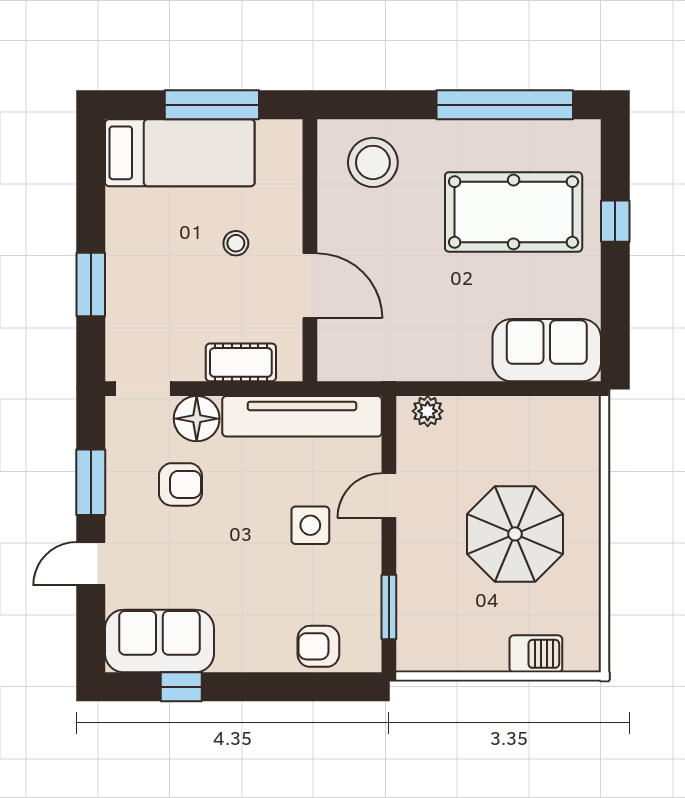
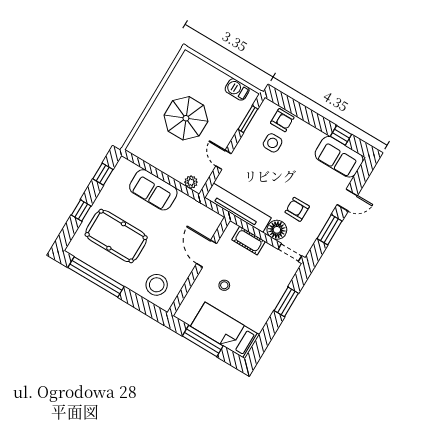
window: (615, 321) -> (103, 174), added
sofa: (547, 350) -> (153, 190), moved
door: (389, 495) -> (224, 160), swing flipped
side table: (310, 525) -> (273, 143), moved
barbecue: (536, 654) -> (237, 89), moved

